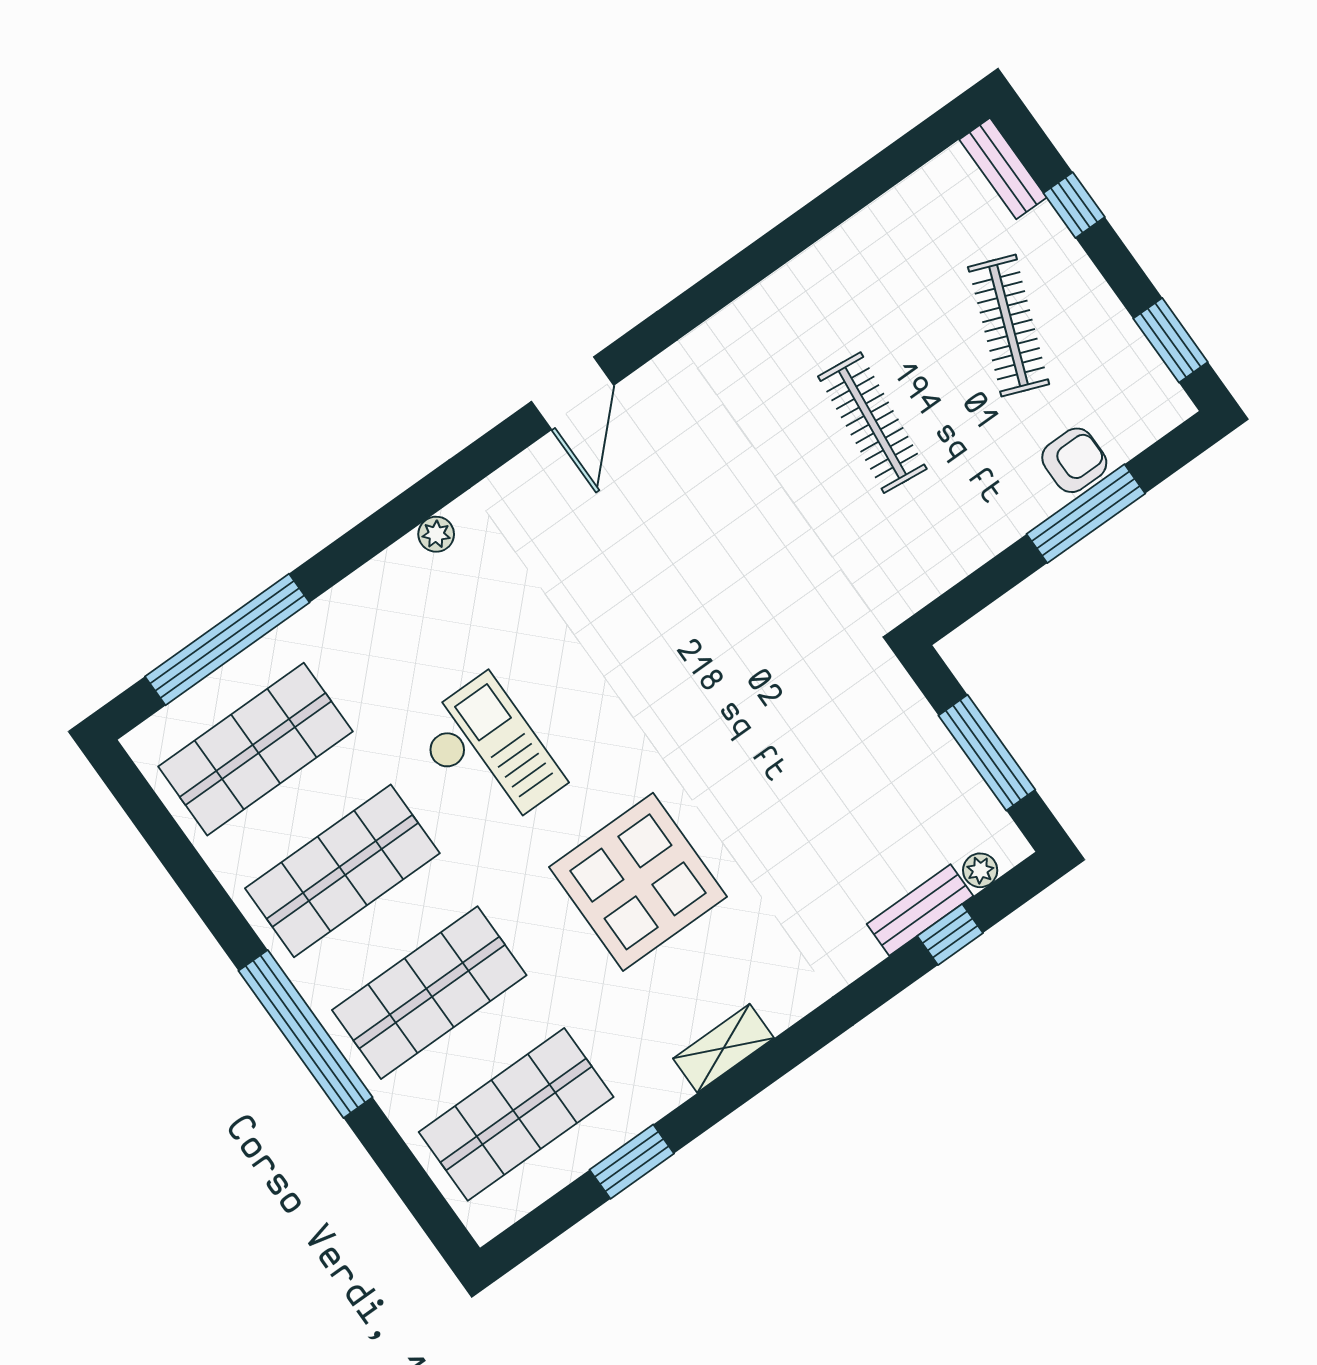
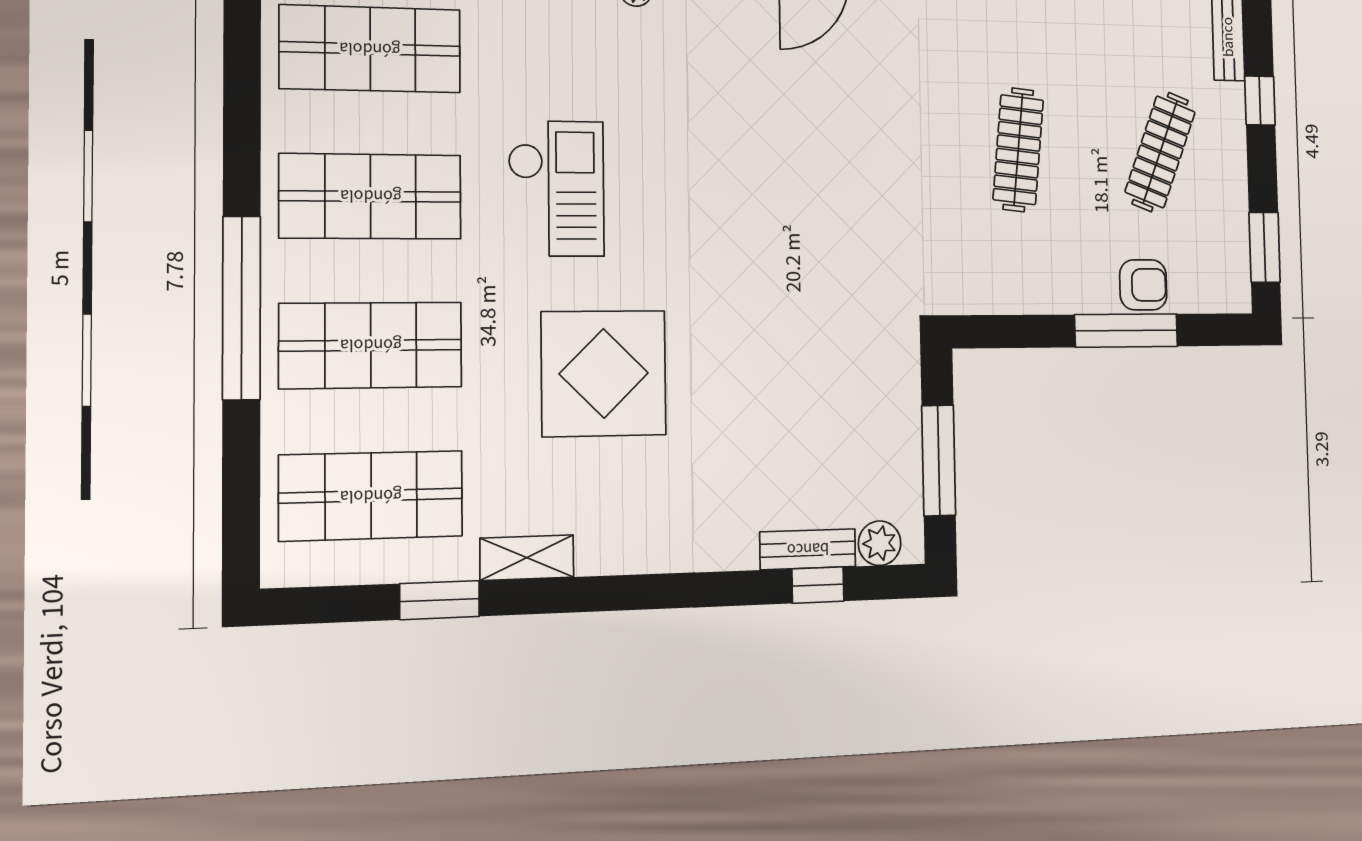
plant: (980, 870) -> (880, 543), width x1.38, depth x1.38
shelving: (723, 1048) -> (527, 558), moved

